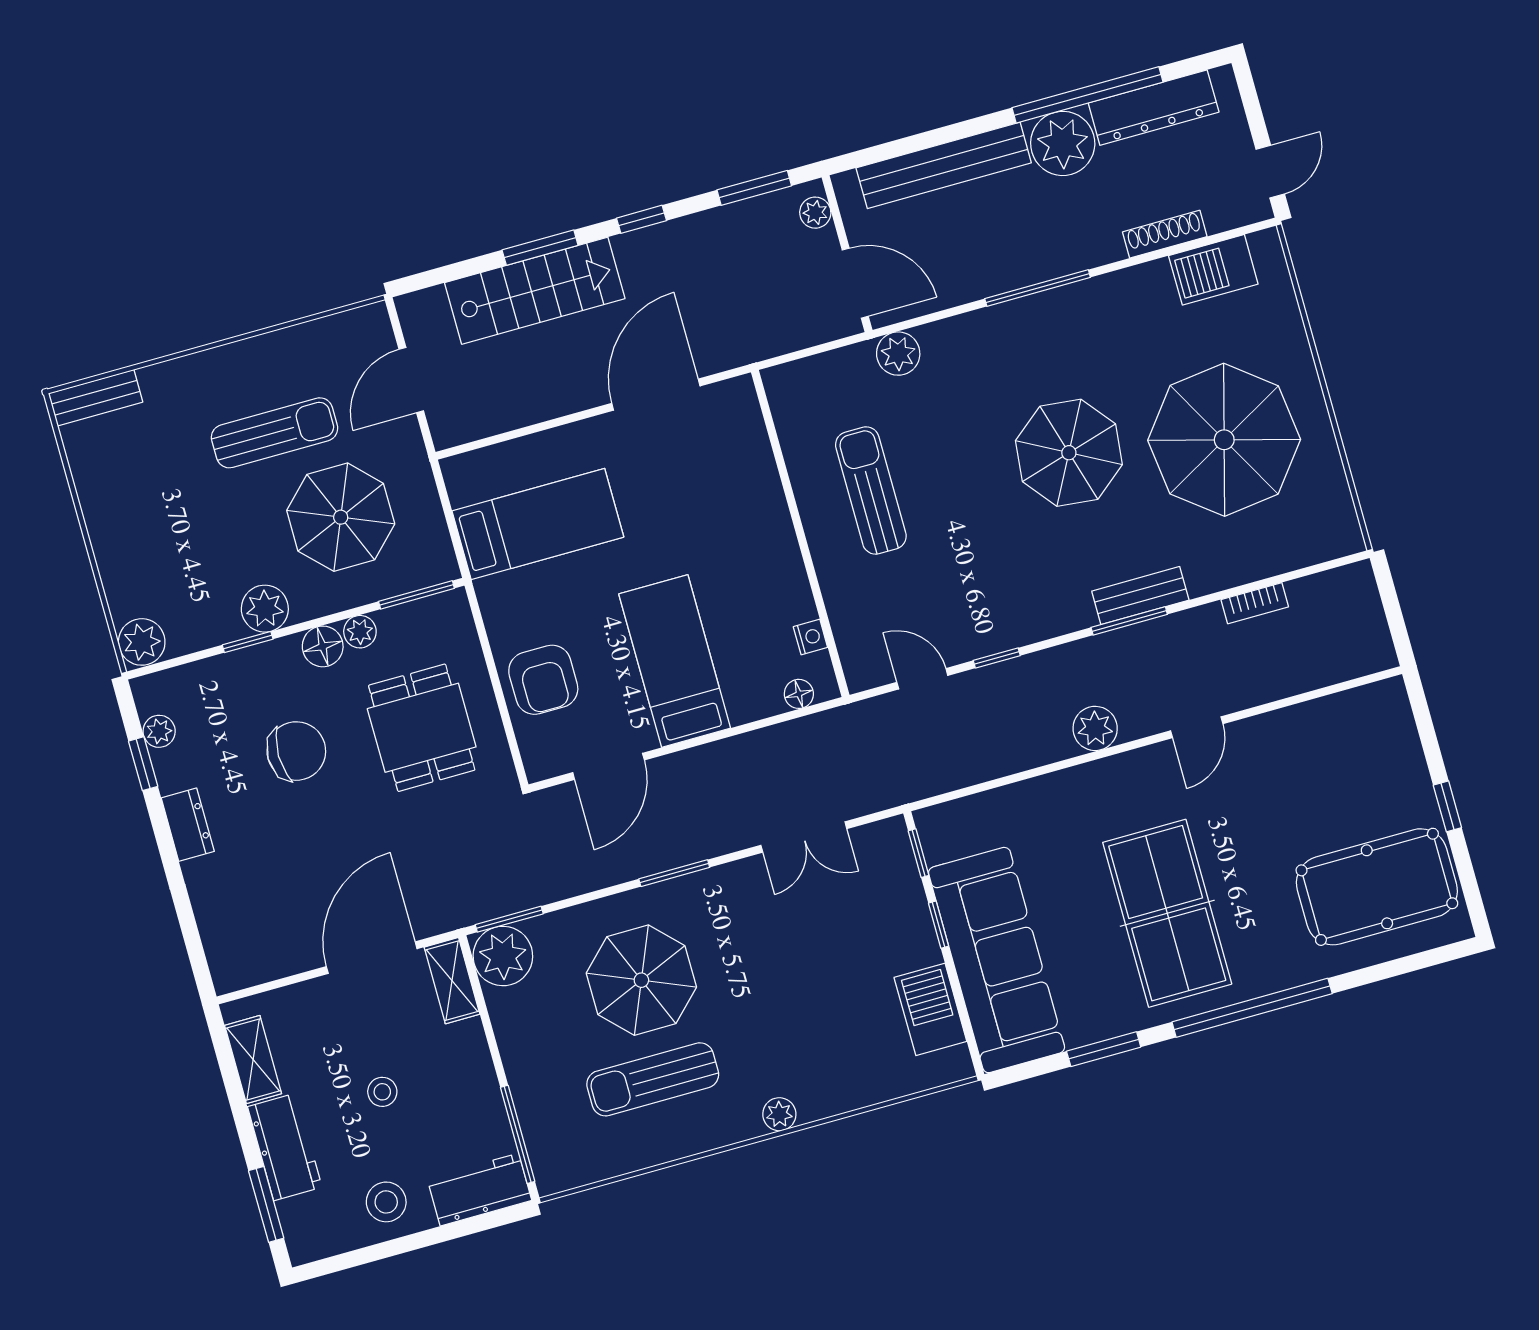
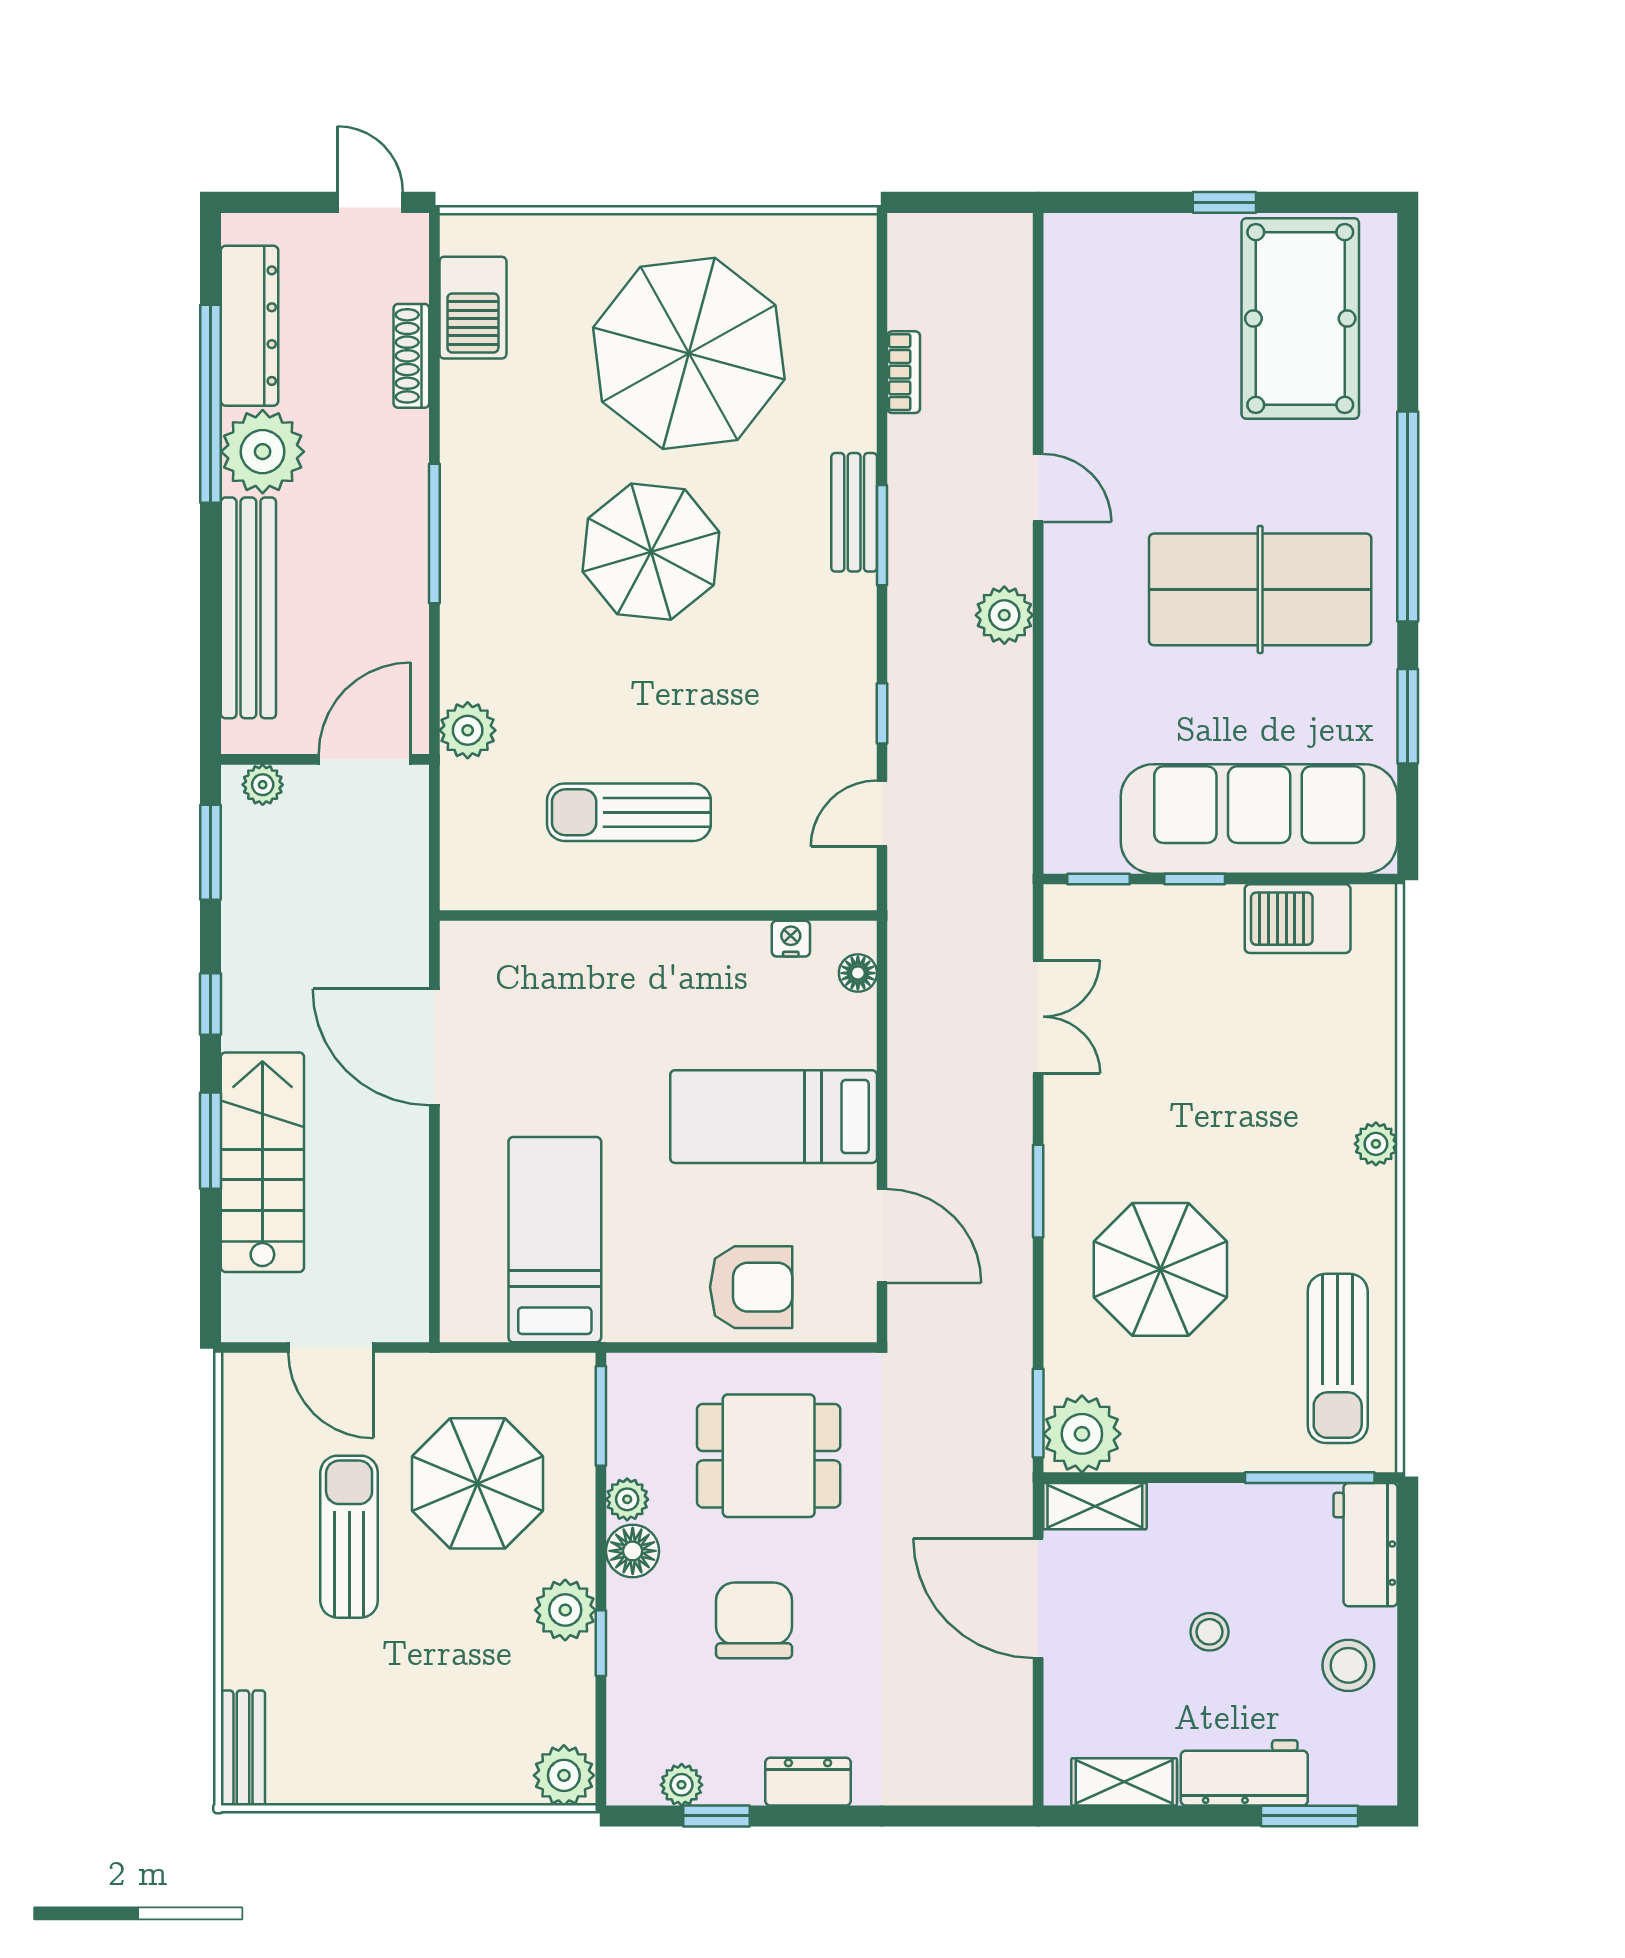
sun lounger: (653, 1079) -> (1338, 1358), moved

